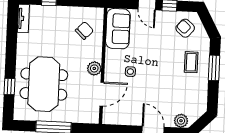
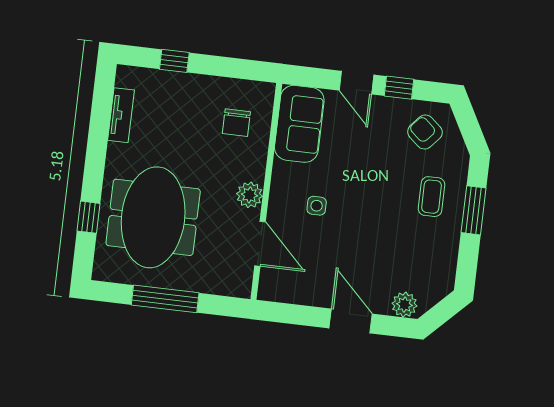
tv unit: (23, 18) -> (121, 115), moved
chair: (84, 31) -> (236, 123), turned 136
door: (102, 94) -> (260, 244), hinge flipped

